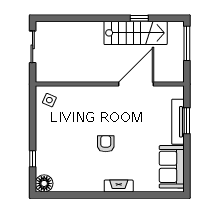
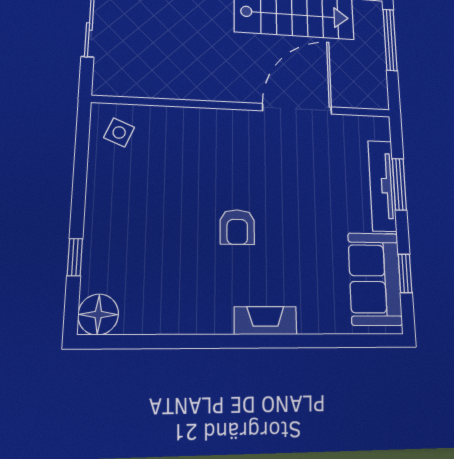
armchair: (106, 144) -> (237, 227), turned 180
window: (187, 164) -> (405, 273), added

